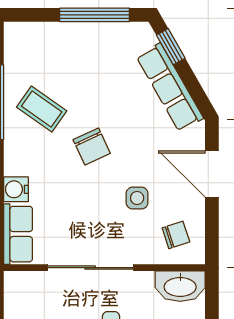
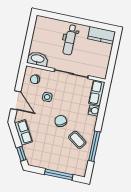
window: (95, 15) -> (59, 175), moved
row of seats: (170, 87) -> (23, 132), width x0.68

